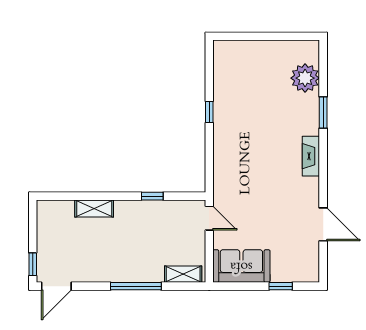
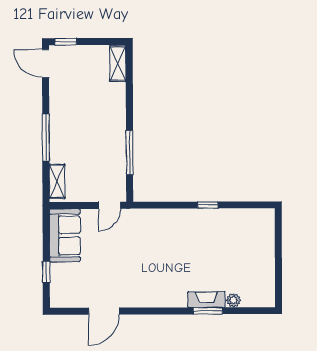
plant: (305, 78) -> (234, 300), width x0.53, depth x0.53
fireplace: (311, 156) -> (206, 299), moved
window: (152, 196) -> (129, 152), width x2.17
shelving: (94, 208) -> (118, 64), moved

